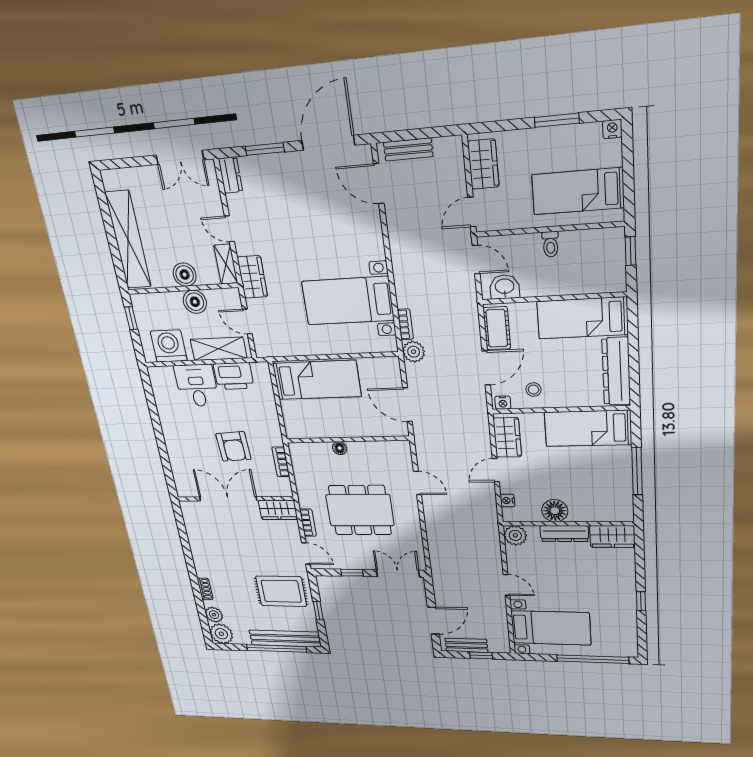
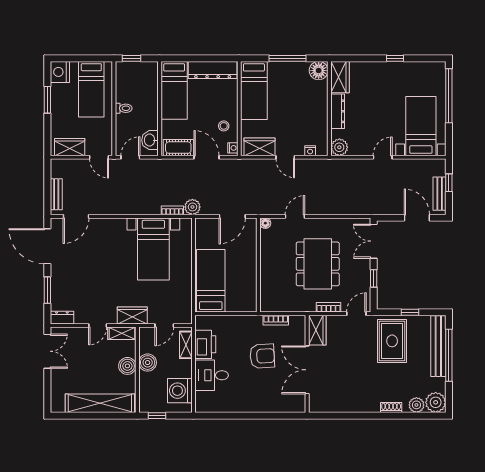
nightstand: (612, 129) -> (60, 72), width x1.89, depth x1.79
shelving: (219, 349) -> (186, 345), width x0.67, depth x0.75
floor lamp: (340, 448) -> (265, 223), moved
floor lamp: (555, 511) -> (319, 71), moved

